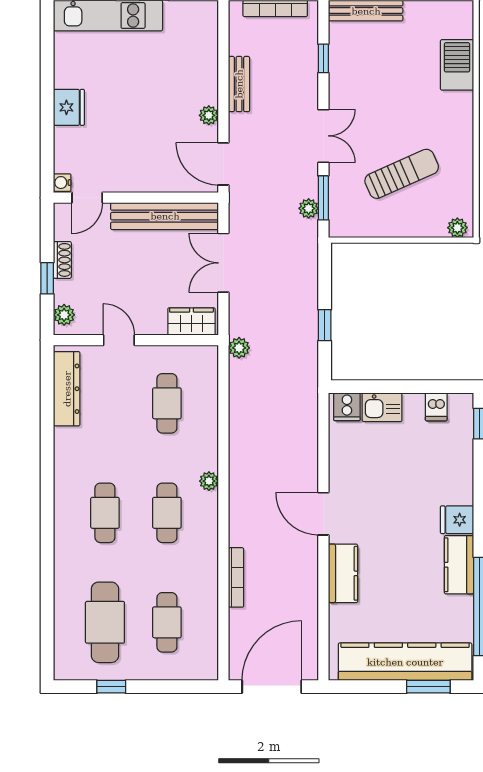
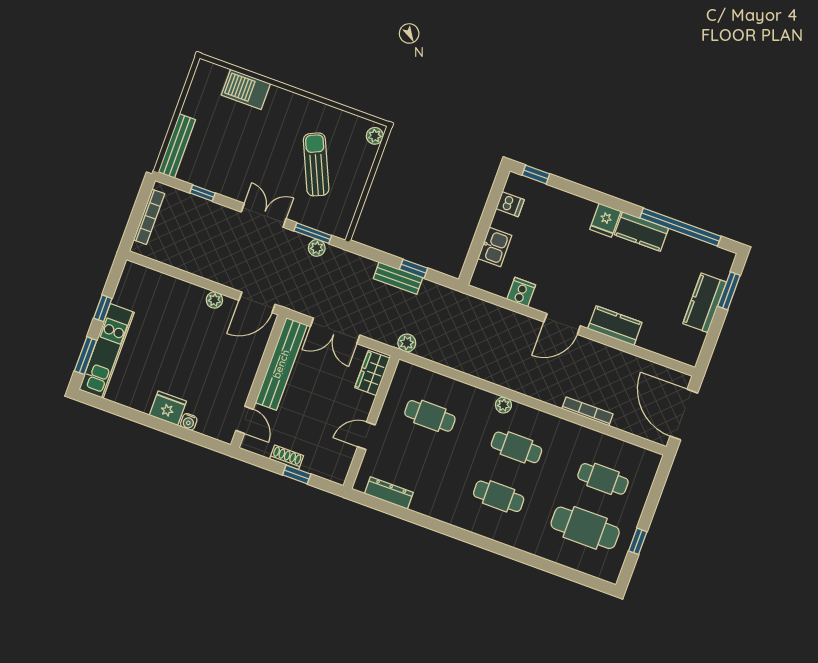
bench: (239, 84) -> (398, 278), moved
water cooler: (62, 183) -> (189, 422), moved
plant: (64, 315) -> (330, 472), removed
dresser: (67, 389) -> (389, 493), width x0.73, depth x0.80
cooker: (347, 407) -> (521, 292), moved, turned -90
kitchen counter: (405, 662) -> (705, 303), width x0.48, depth x0.86

